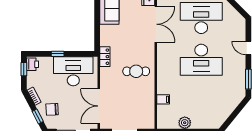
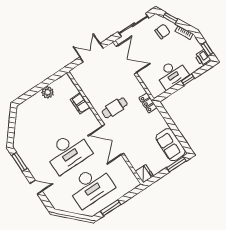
double door: (156, 24) -> (113, 140), moved
desk: (201, 60) -> (68, 152), turned 180
desk: (73, 71) -> (172, 74), width x0.73, depth x0.77
filing cabinet: (163, 99) -> (80, 103), width x2.00

